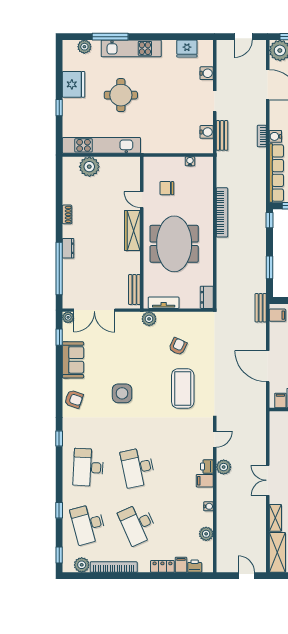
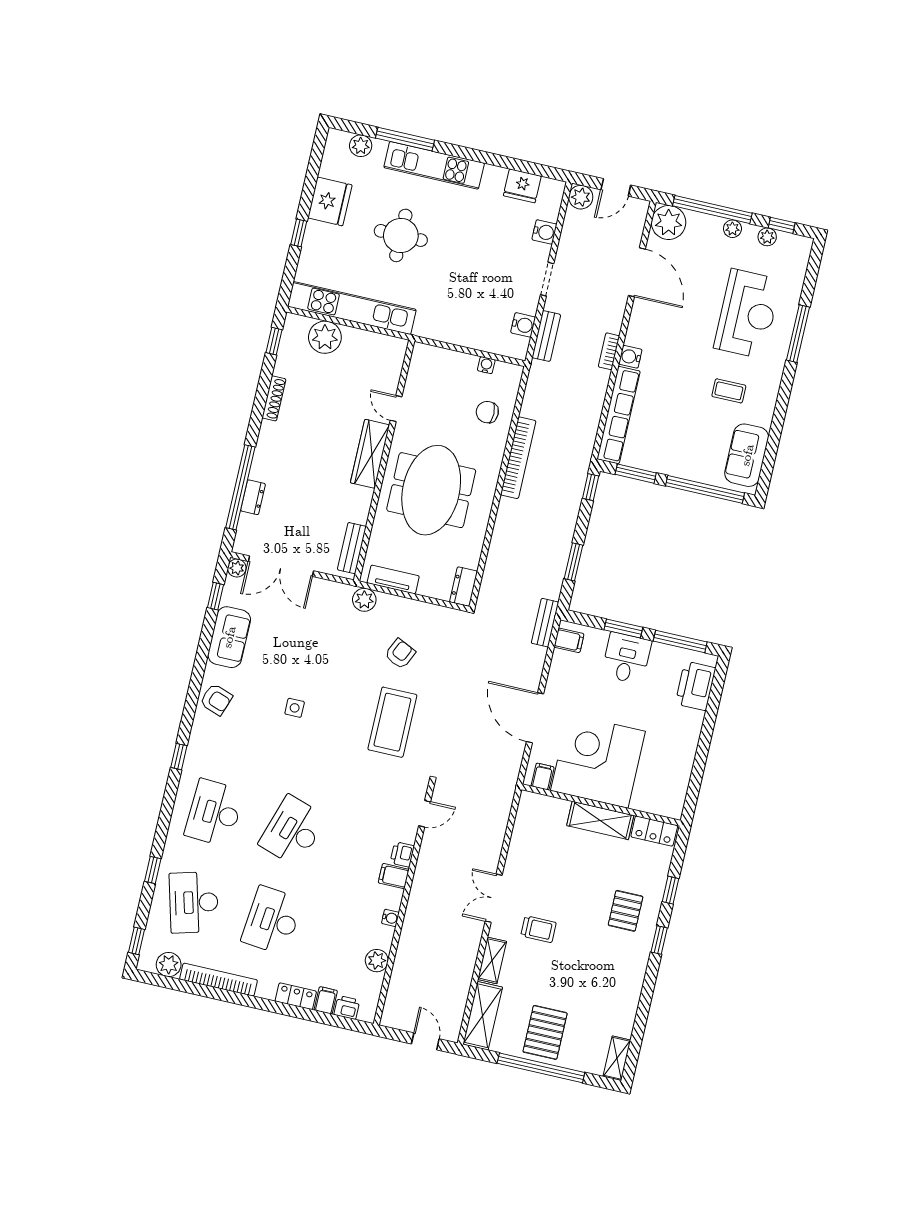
window: (59, 176) -> (274, 341), added
chair: (167, 188) -> (487, 412), moved
shoe rack: (67, 214) -> (274, 398), width x1.43
dresser: (68, 248) -> (253, 497), moved
side table: (122, 393) -> (295, 708), width x0.54, depth x0.54
desk: (138, 467) -> (293, 831), turned 30
plant: (224, 467) -> (581, 197), moved
desk: (138, 524) -> (272, 920), turned 30

